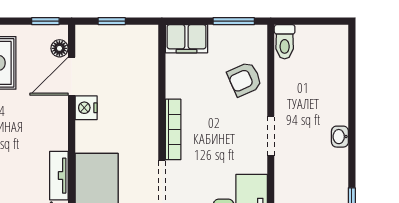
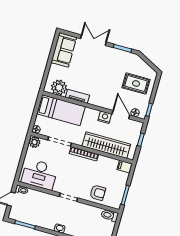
filing cabinet: (186, 39) -> (125, 167), width x0.50
armchair: (245, 79) -> (98, 193), turned 114
wardrobe: (142, 89) -> (106, 145), added

